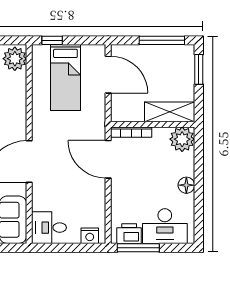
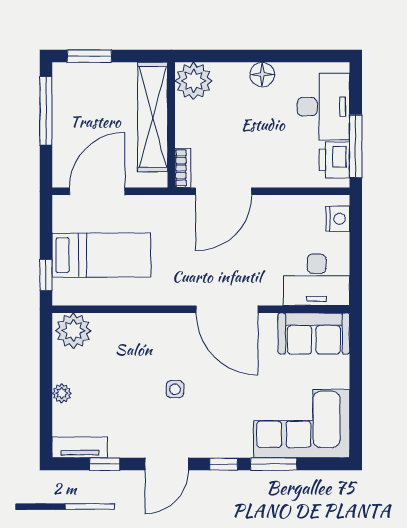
shelving: (170, 112) -> (153, 117), width x1.47
bookcase: (131, 132) -> (183, 168), width x0.64
desk: (49, 228) -> (317, 280), width x1.37

